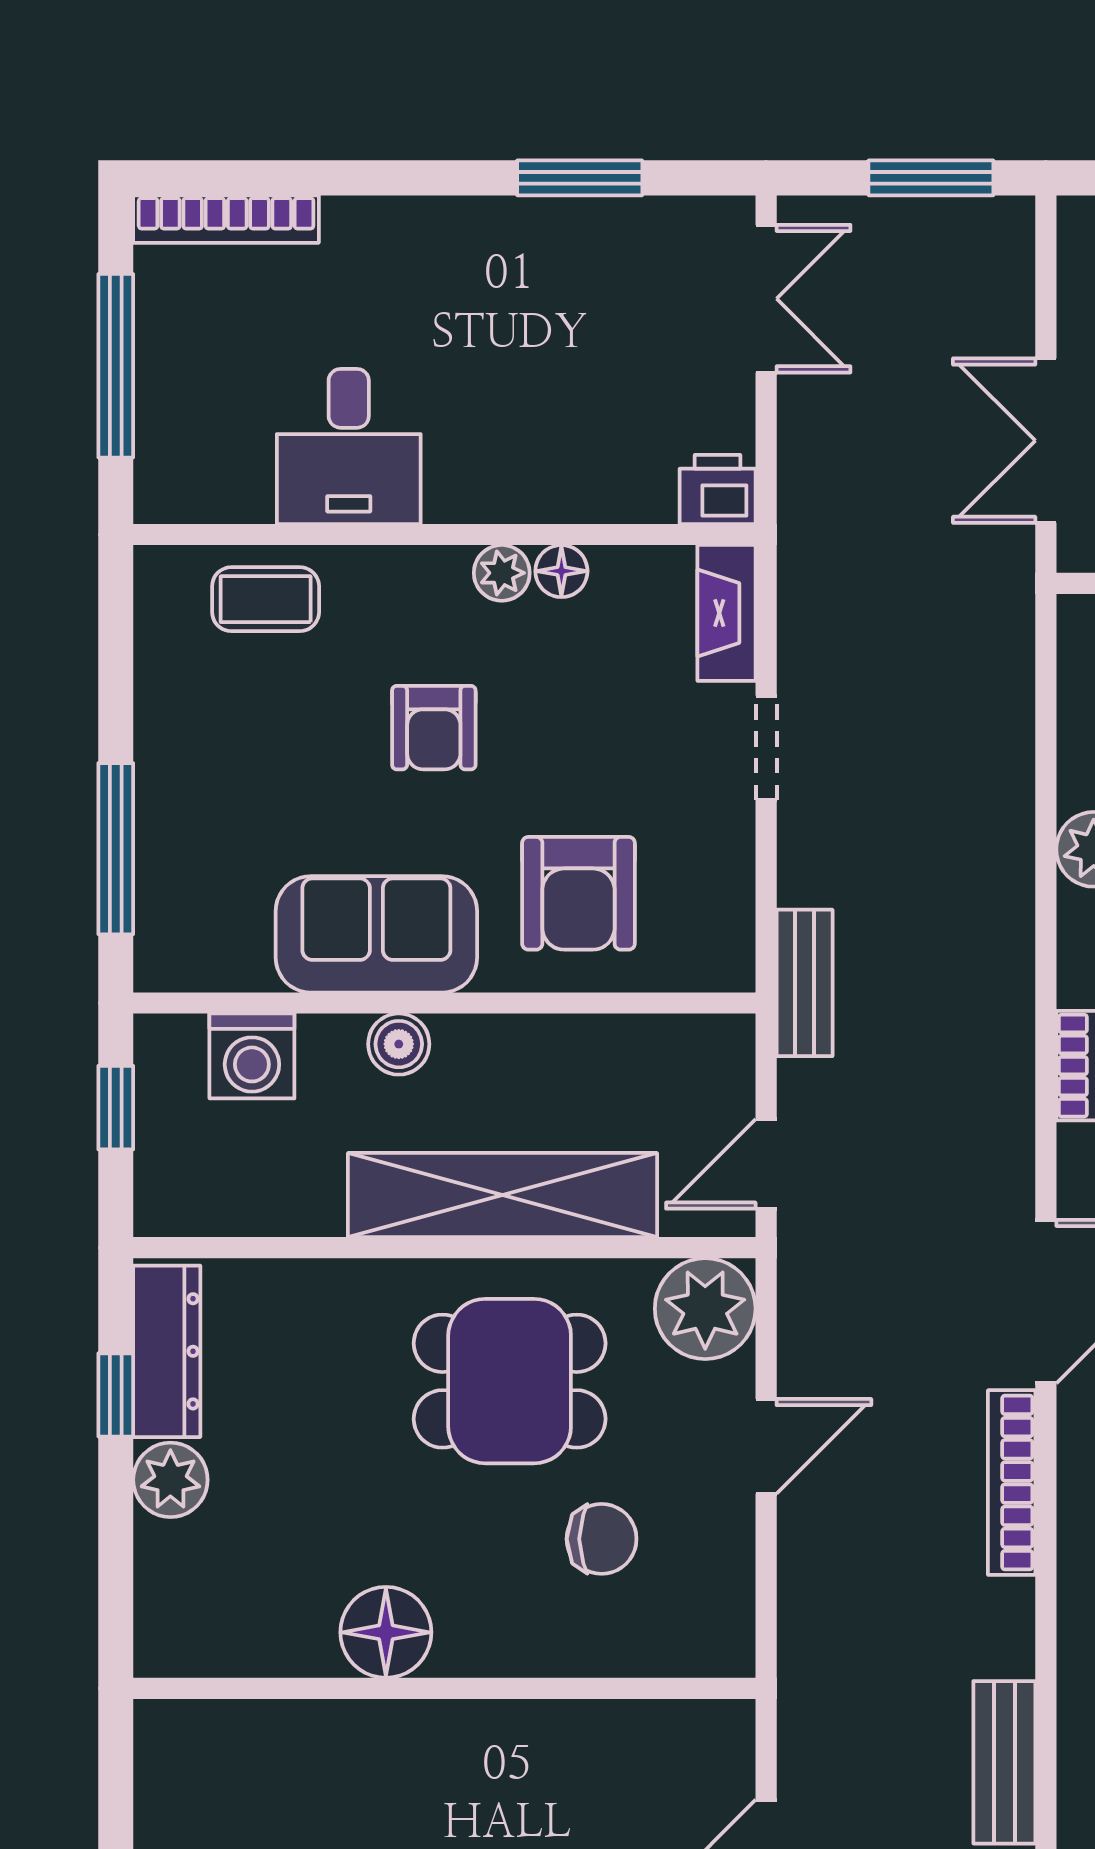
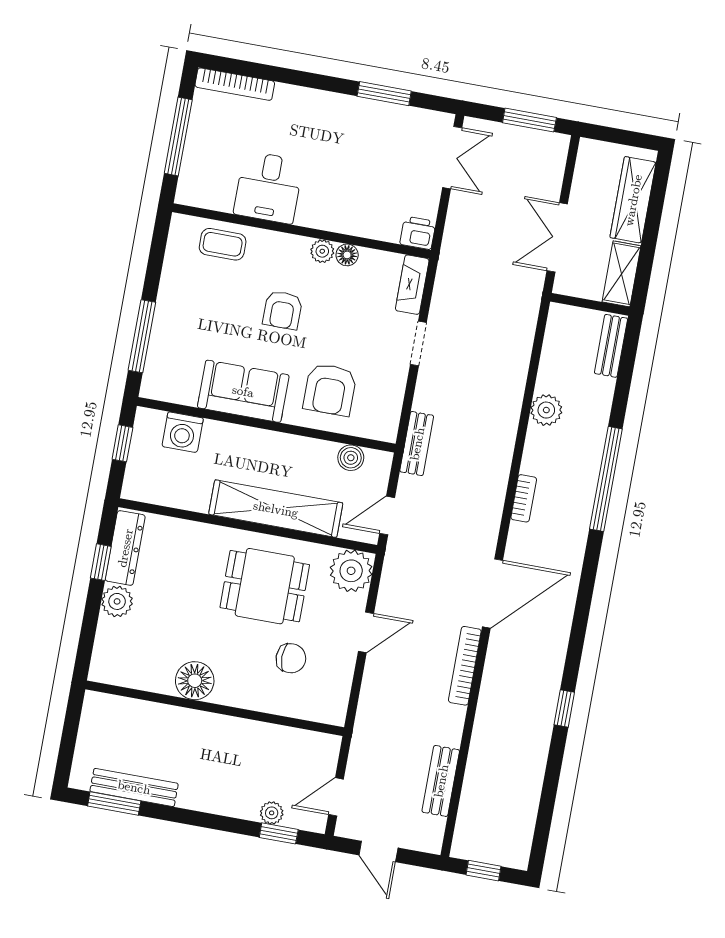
boiler: (399, 1044) -> (351, 458), moved

